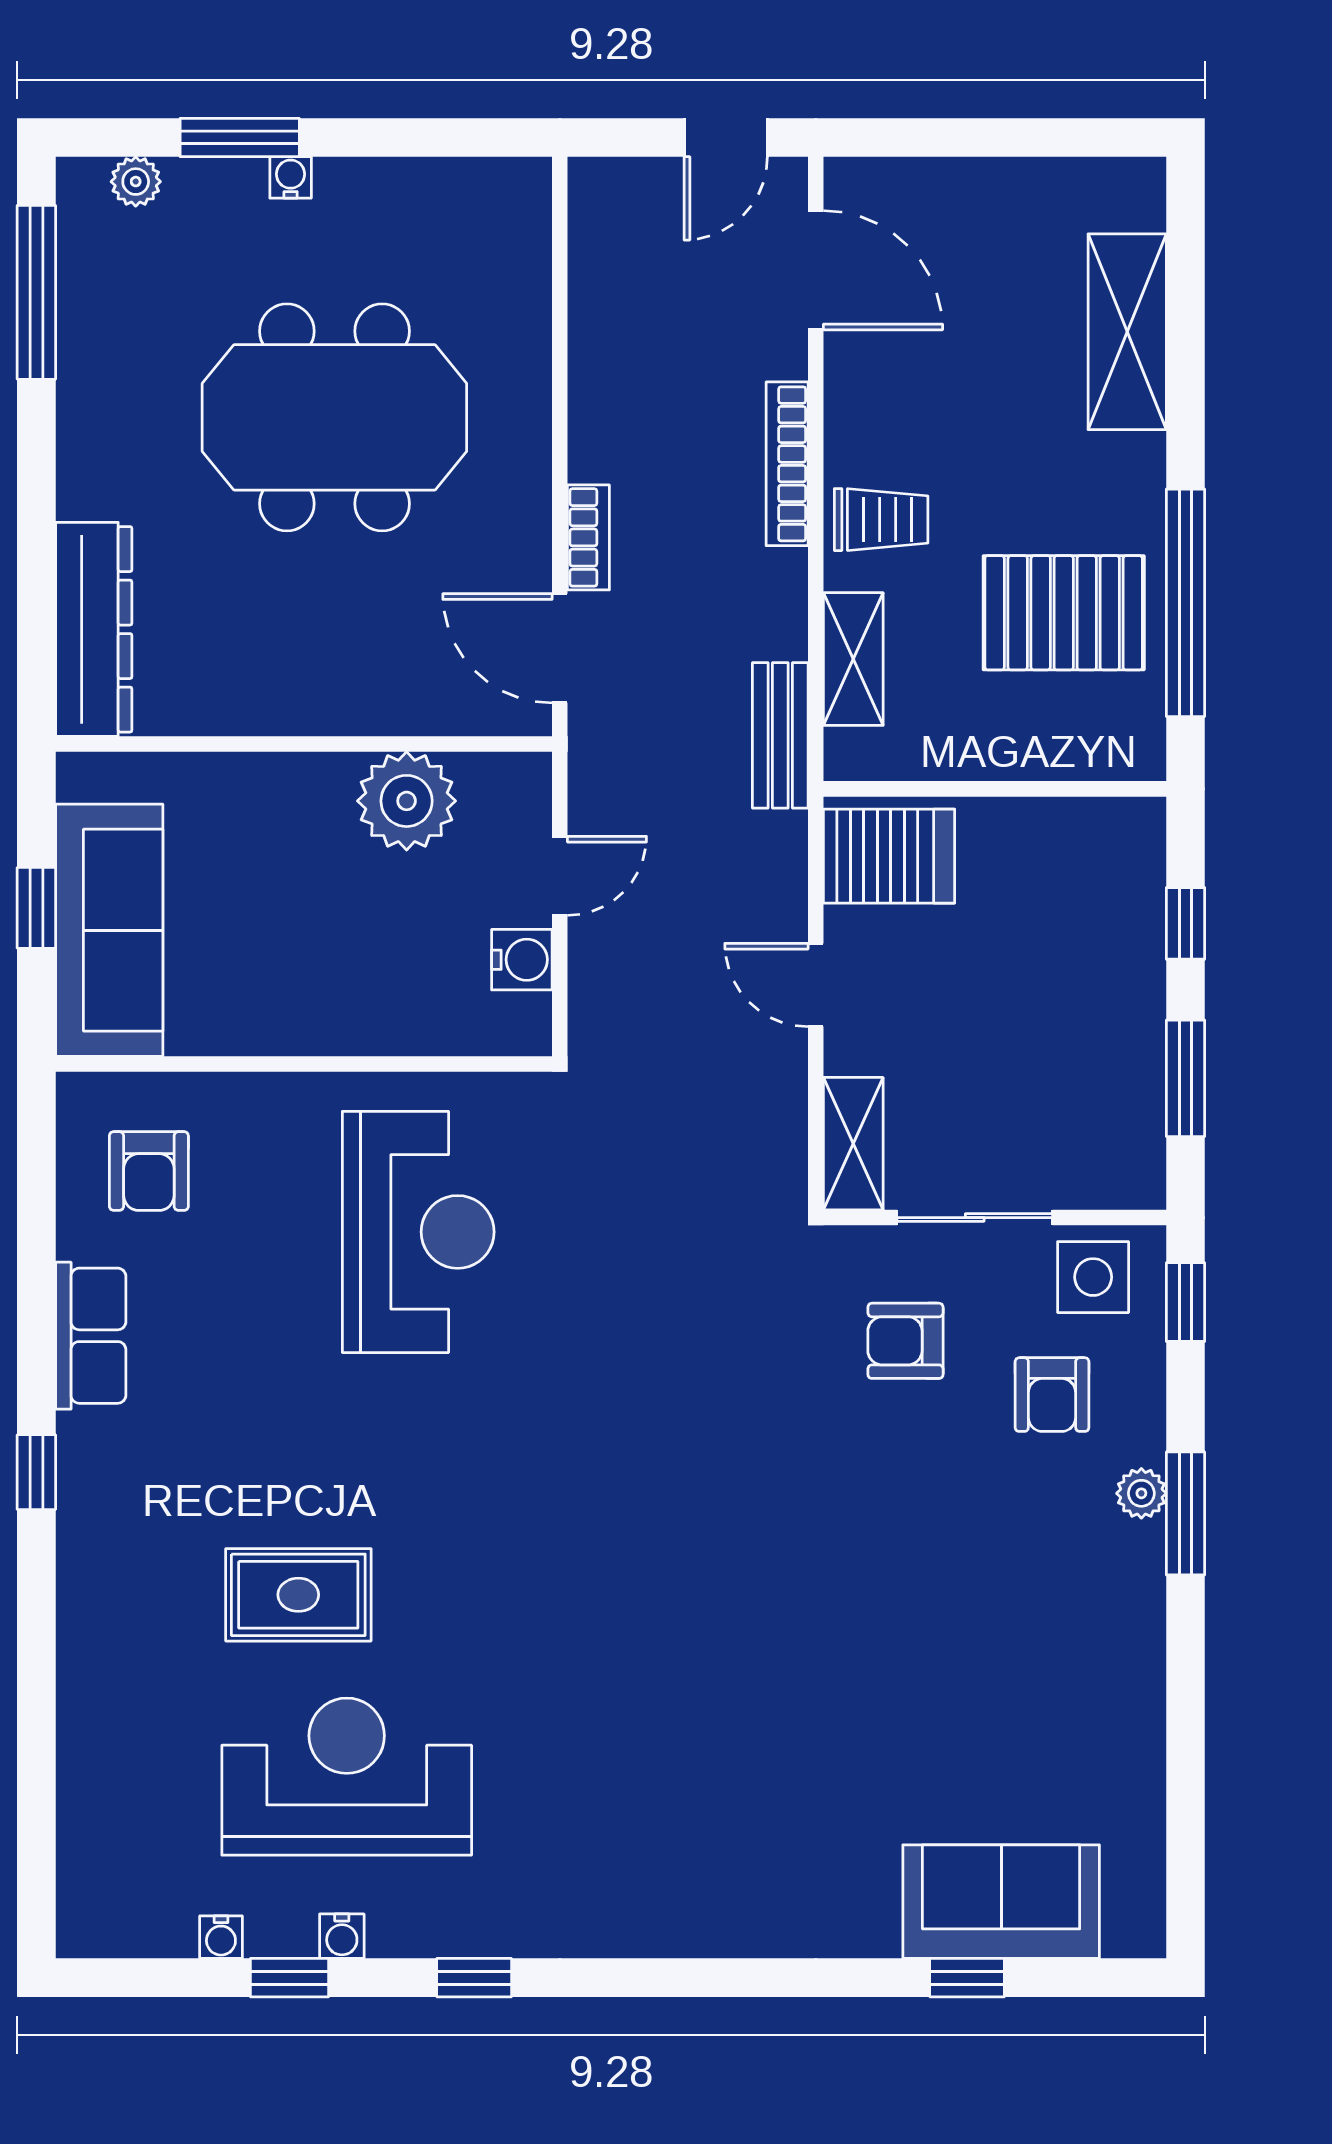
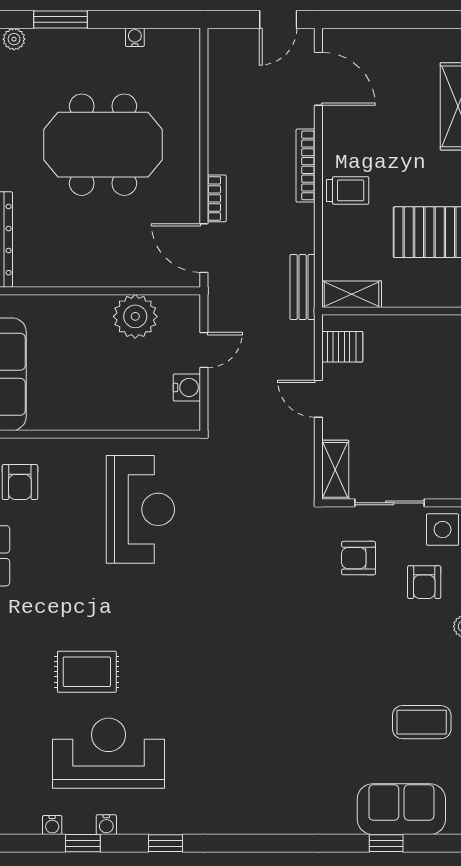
water cooler: (291, 177) -> (135, 37), moved
shelving: (853, 659) -> (352, 294), moved, turned 90
server rack: (889, 856) -> (342, 347), width x0.73, depth x0.70
coffee table: (1046, 1707) -> (422, 722), added

